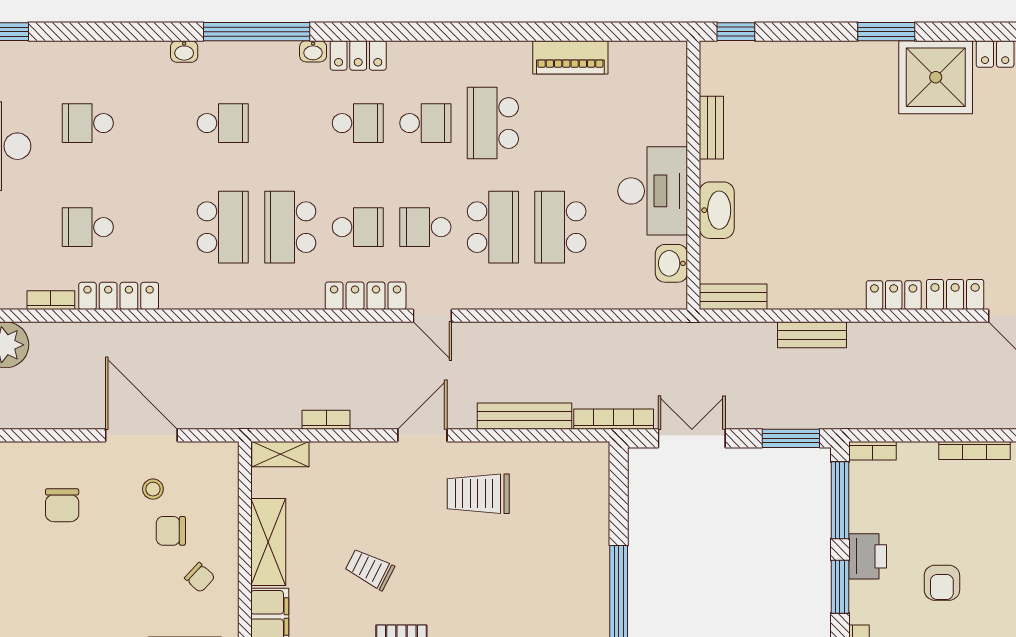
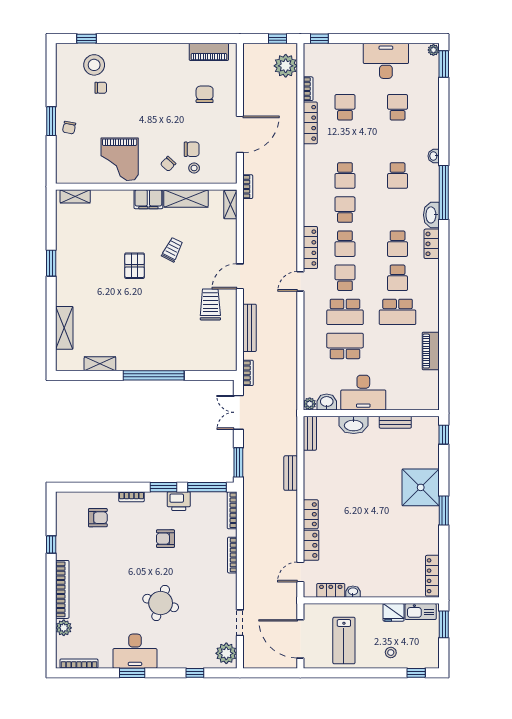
washbasin: (313, 51) -> (431, 215), width x1.91, depth x1.45
shower: (936, 77) -> (421, 487), moved
school desk: (493, 123) -> (398, 312), turned 180
school desk: (223, 227) -> (345, 175), width x0.54
school desk: (290, 227) -> (345, 210), width x0.54
plant: (675, 297) -> (310, 404), added
bookcase: (614, 419) -> (248, 373), width x0.64
bookcase: (326, 420) -> (248, 187), moved
door: (422, 435) -> (240, 276), swing flipped
double door: (692, 438) -> (238, 412), swing flipped
bookcase: (873, 451) -> (232, 510), width x1.56
stool: (153, 489) -> (194, 168), moved
chair: (62, 505) -> (205, 94), turned 90
chair: (171, 531) -> (192, 149), turned 90

